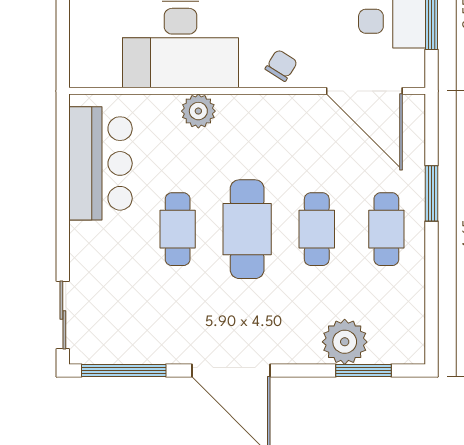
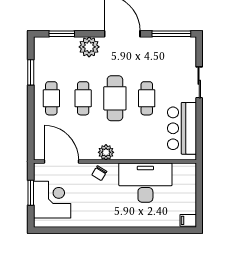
plant: (198, 111) -> (106, 152), moved
window: (431, 193) -> (31, 72), moved
sliding door: (63, 315) -> (199, 82), moved
plant: (345, 342) -> (89, 47), moved

